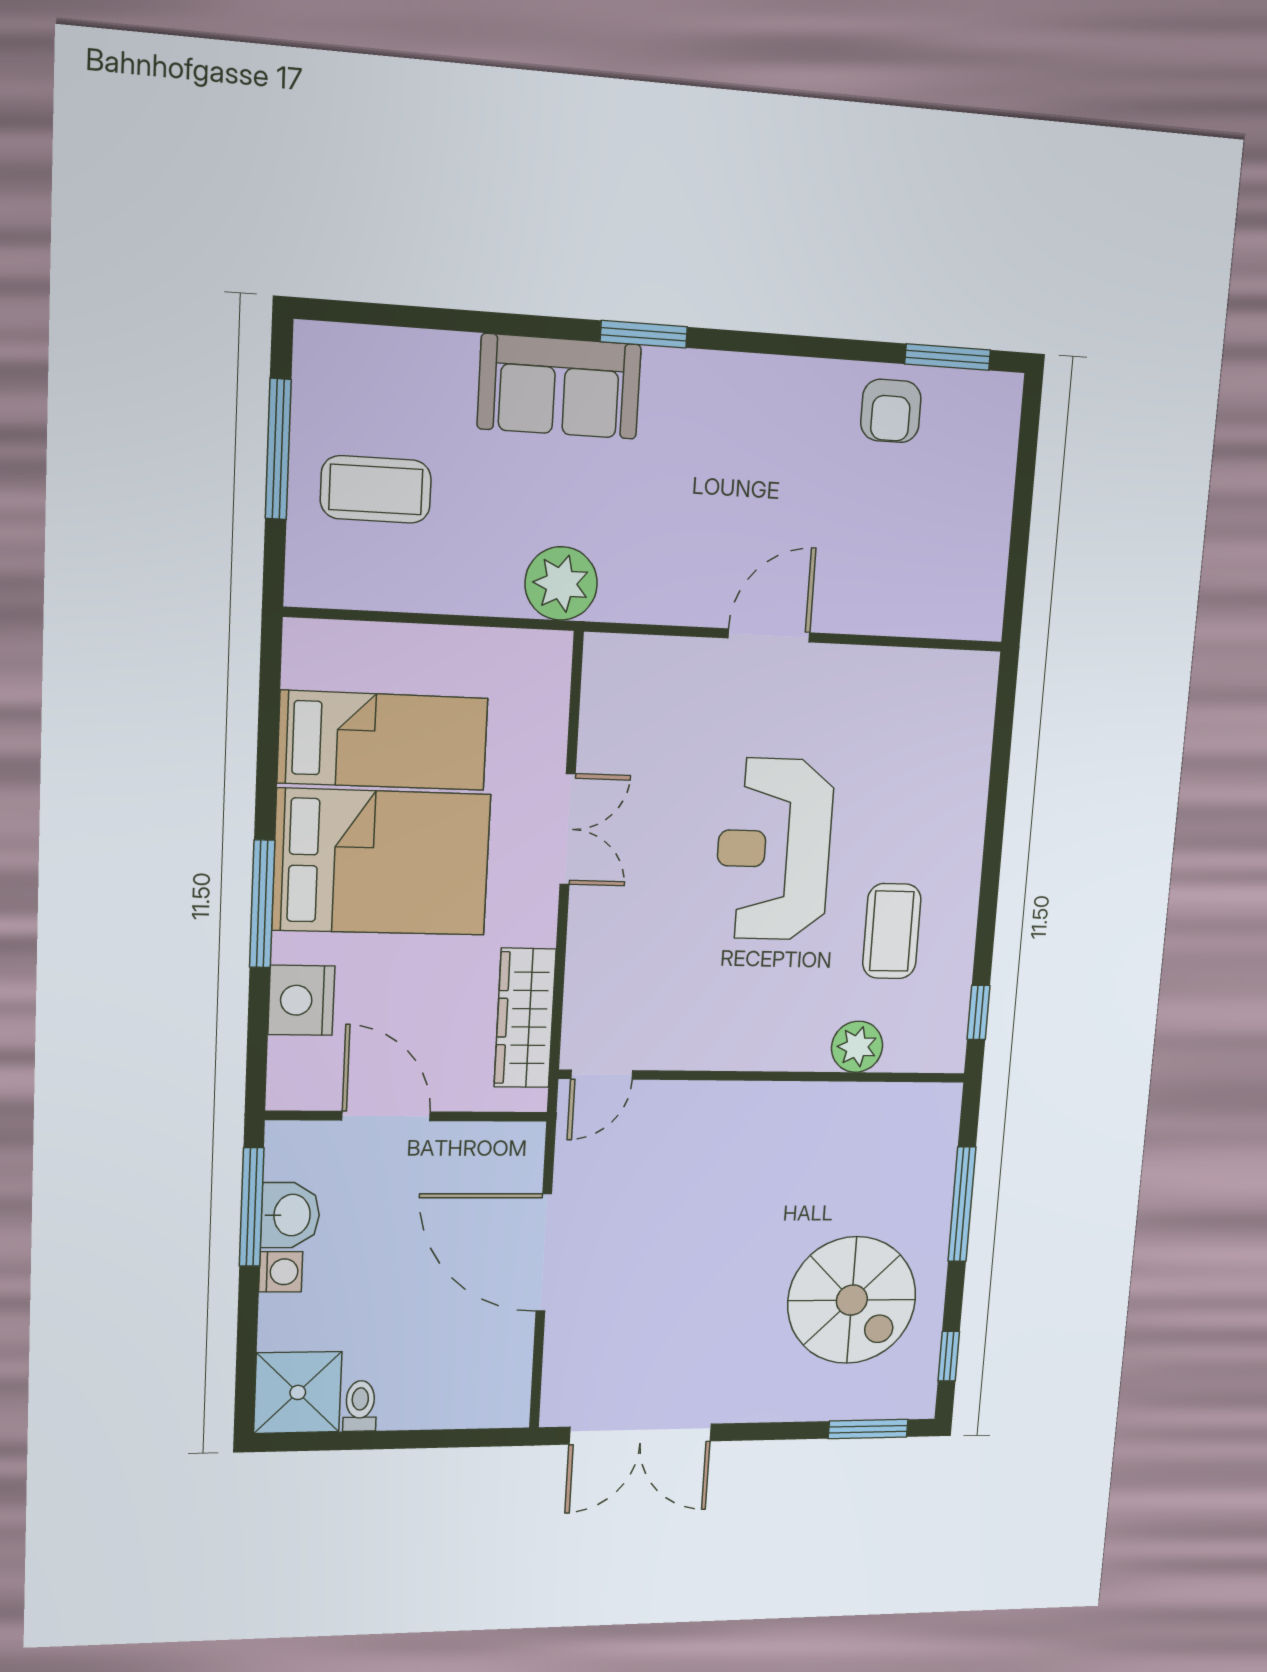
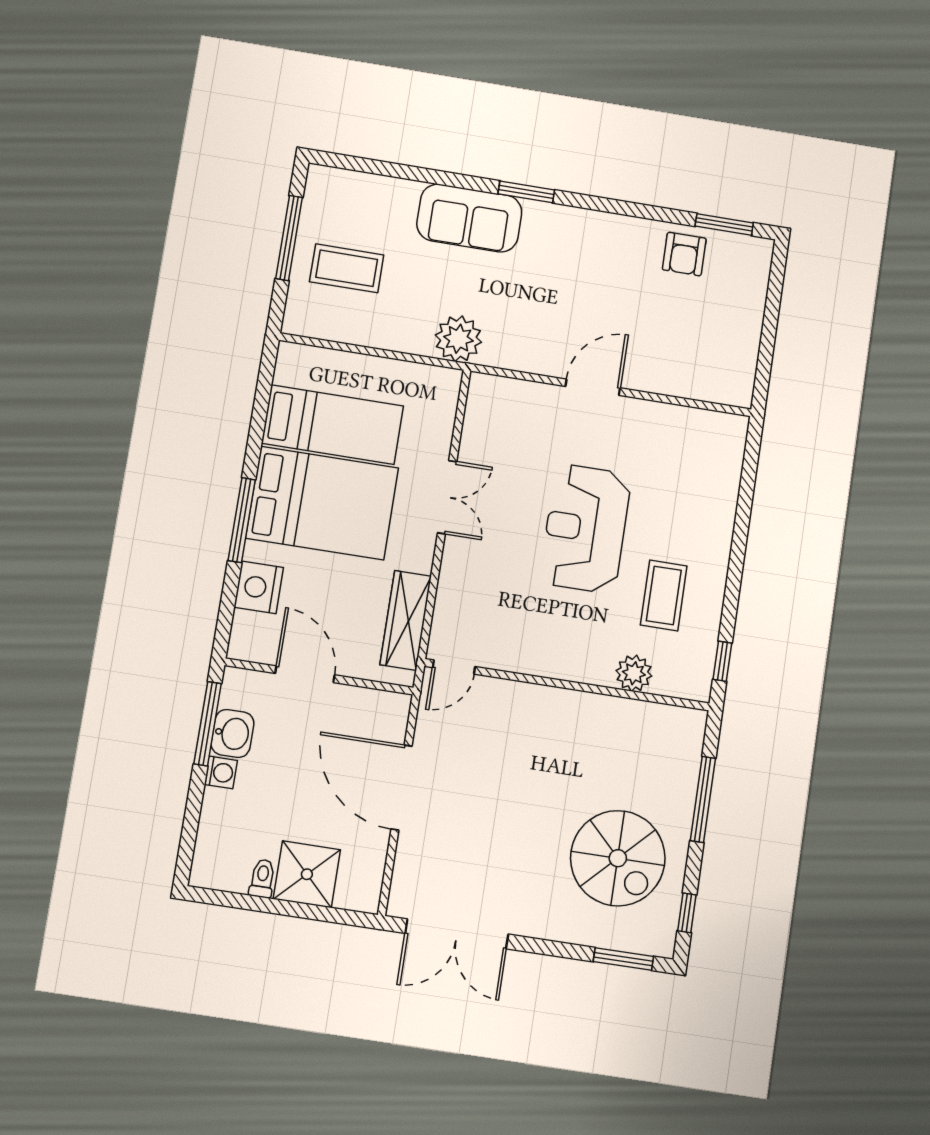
shower: (298, 1392) -> (307, 874), moved

